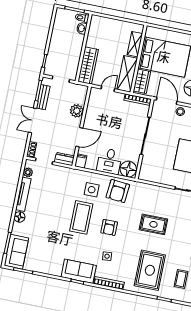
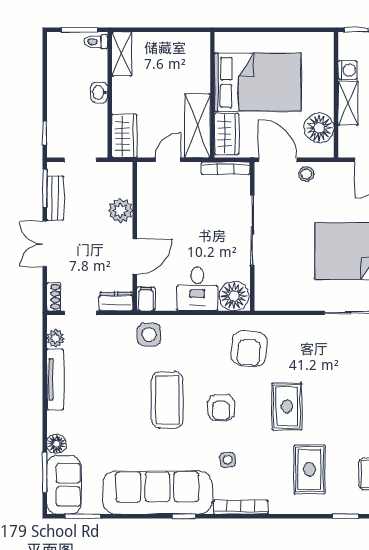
washbasin: (82, 28) -> (99, 92), moved
shelving: (135, 44) -> (122, 54), moved
wardrobe: (88, 65) -> (124, 136), width x0.67
side table: (92, 190) -> (149, 335), moved
armchair: (118, 191) -> (249, 349), moved
floor lamp: (19, 217) -> (57, 444), moved
rug: (153, 224) -> (287, 406), moved, turned 90
rug: (150, 270) -> (310, 469), width x0.73, depth x0.70
sofa: (79, 271) -> (157, 492), width x1.85, depth x1.27

